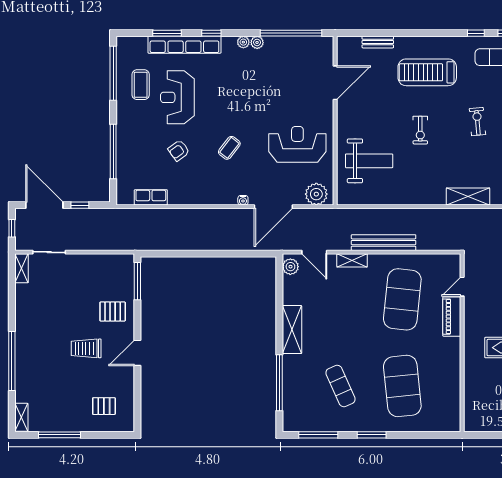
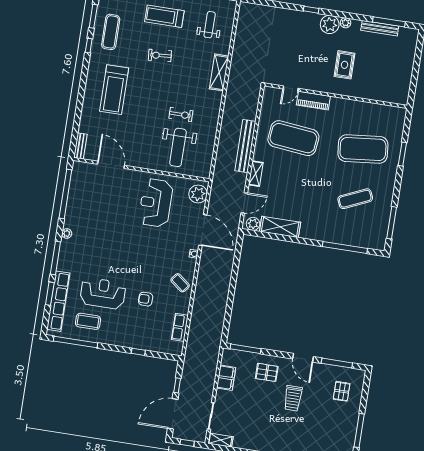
window: (211, 33) -> (55, 258), width x2.17
plant: (257, 42) -> (69, 223), removed
bench: (378, 42) -> (80, 146), moved
row of seats: (184, 45) -> (58, 301), moved
reception desk: (177, 97) -> (103, 293), turned 180
exercise bike: (420, 130) -> (181, 115), moved
coffee table: (229, 148) -> (180, 283), moved
armchair: (179, 150) -> (146, 299), turned 126
window: (113, 152) -> (138, 352), width x0.32
weight bench: (369, 161) -> (178, 147), turned 180
filing cabinet: (98, 263) -> (226, 378), added
door: (462, 287) -> (291, 89), hinge flipped
pallet: (113, 312) -> (267, 372), turned 90
shelving: (292, 330) -> (280, 227), moved
window: (137, 395) -> (337, 363), added
window: (372, 435) -> (402, 154), moved

